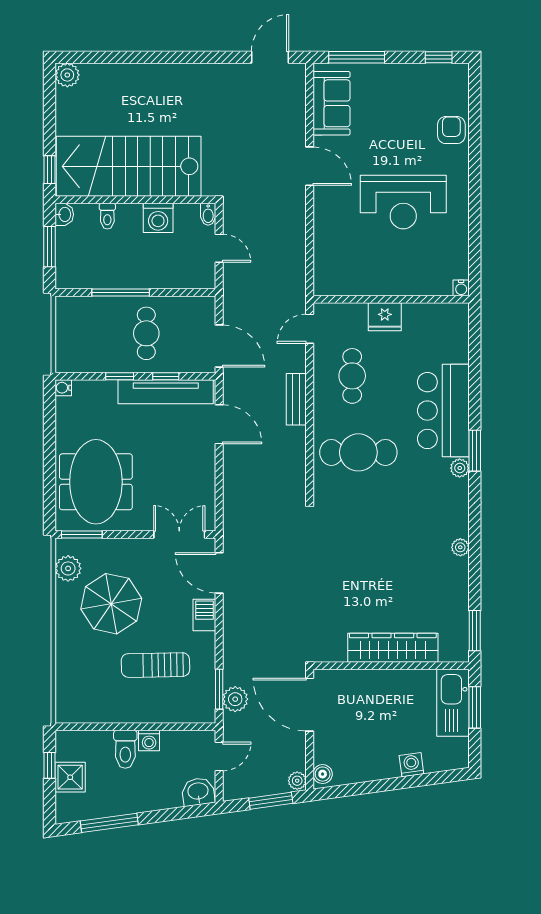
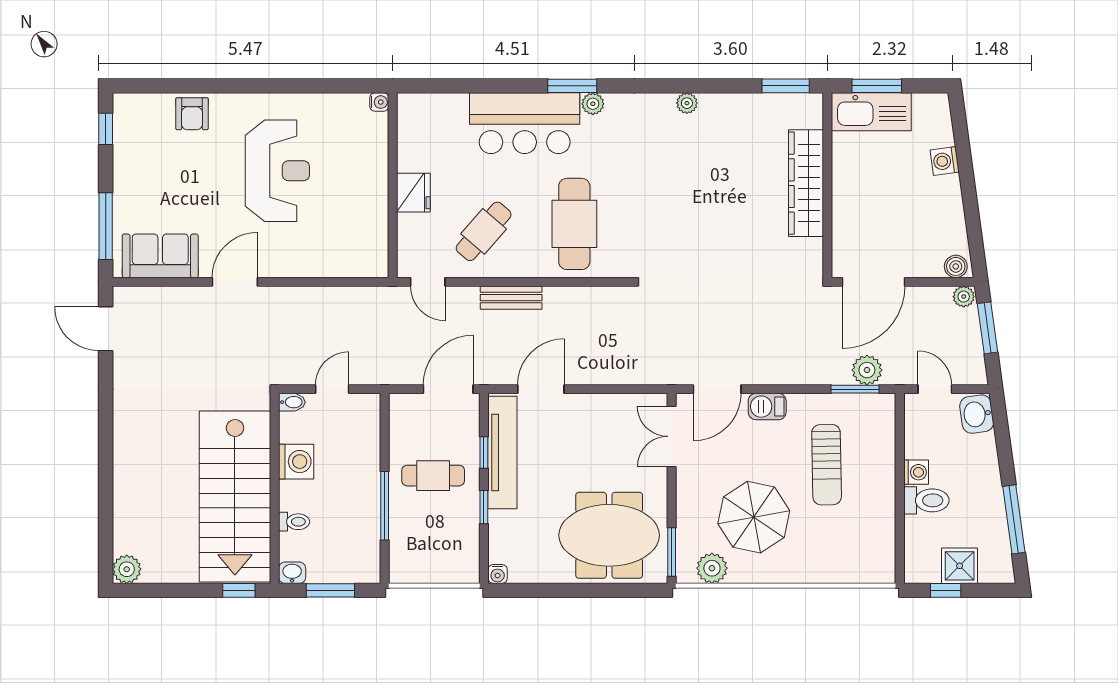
armchair: (451, 130) -> (192, 114), turned -90
cafe table: (352, 376) -> (484, 231), turned -49

